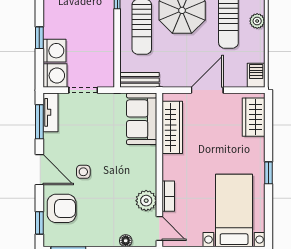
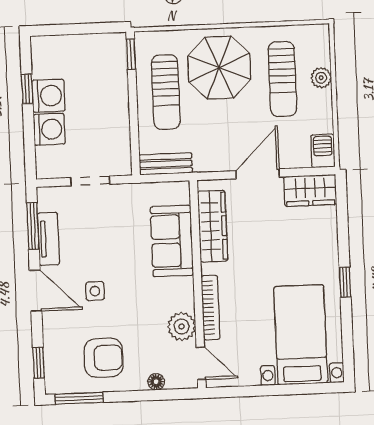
window: (39, 38) -> (27, 89), moved
washing machine: (55, 75) -> (48, 96), moved
tv unit: (50, 112) -> (48, 239), moved
wardrobe: (254, 117) -> (310, 190), moved, turned -90
sofa: (142, 119) -> (172, 241), moved
bookcase: (168, 196) -> (211, 308), width x1.56
armchair: (62, 208) -> (104, 358), moved

